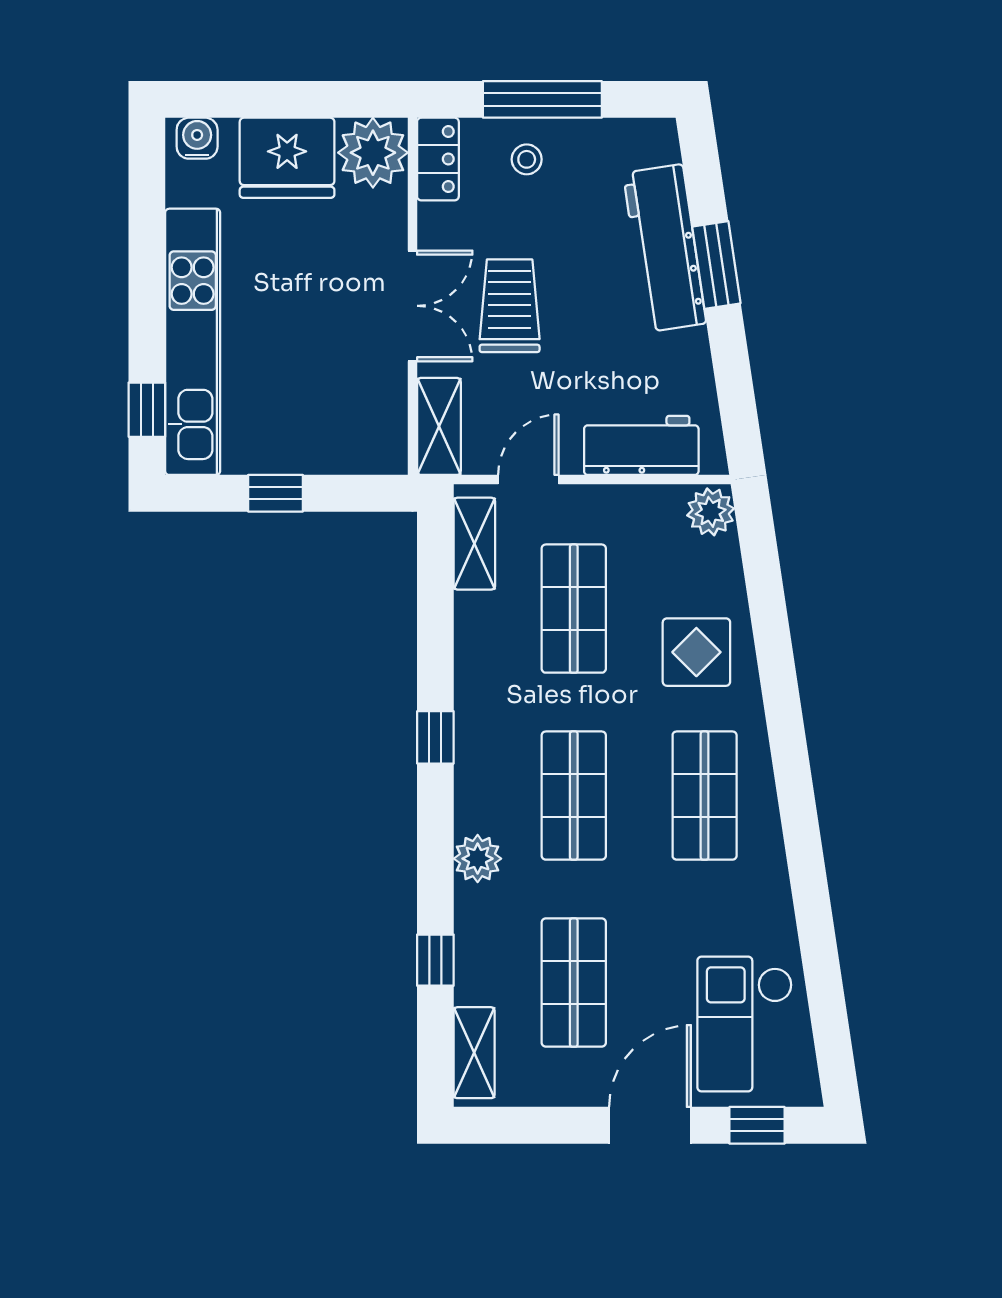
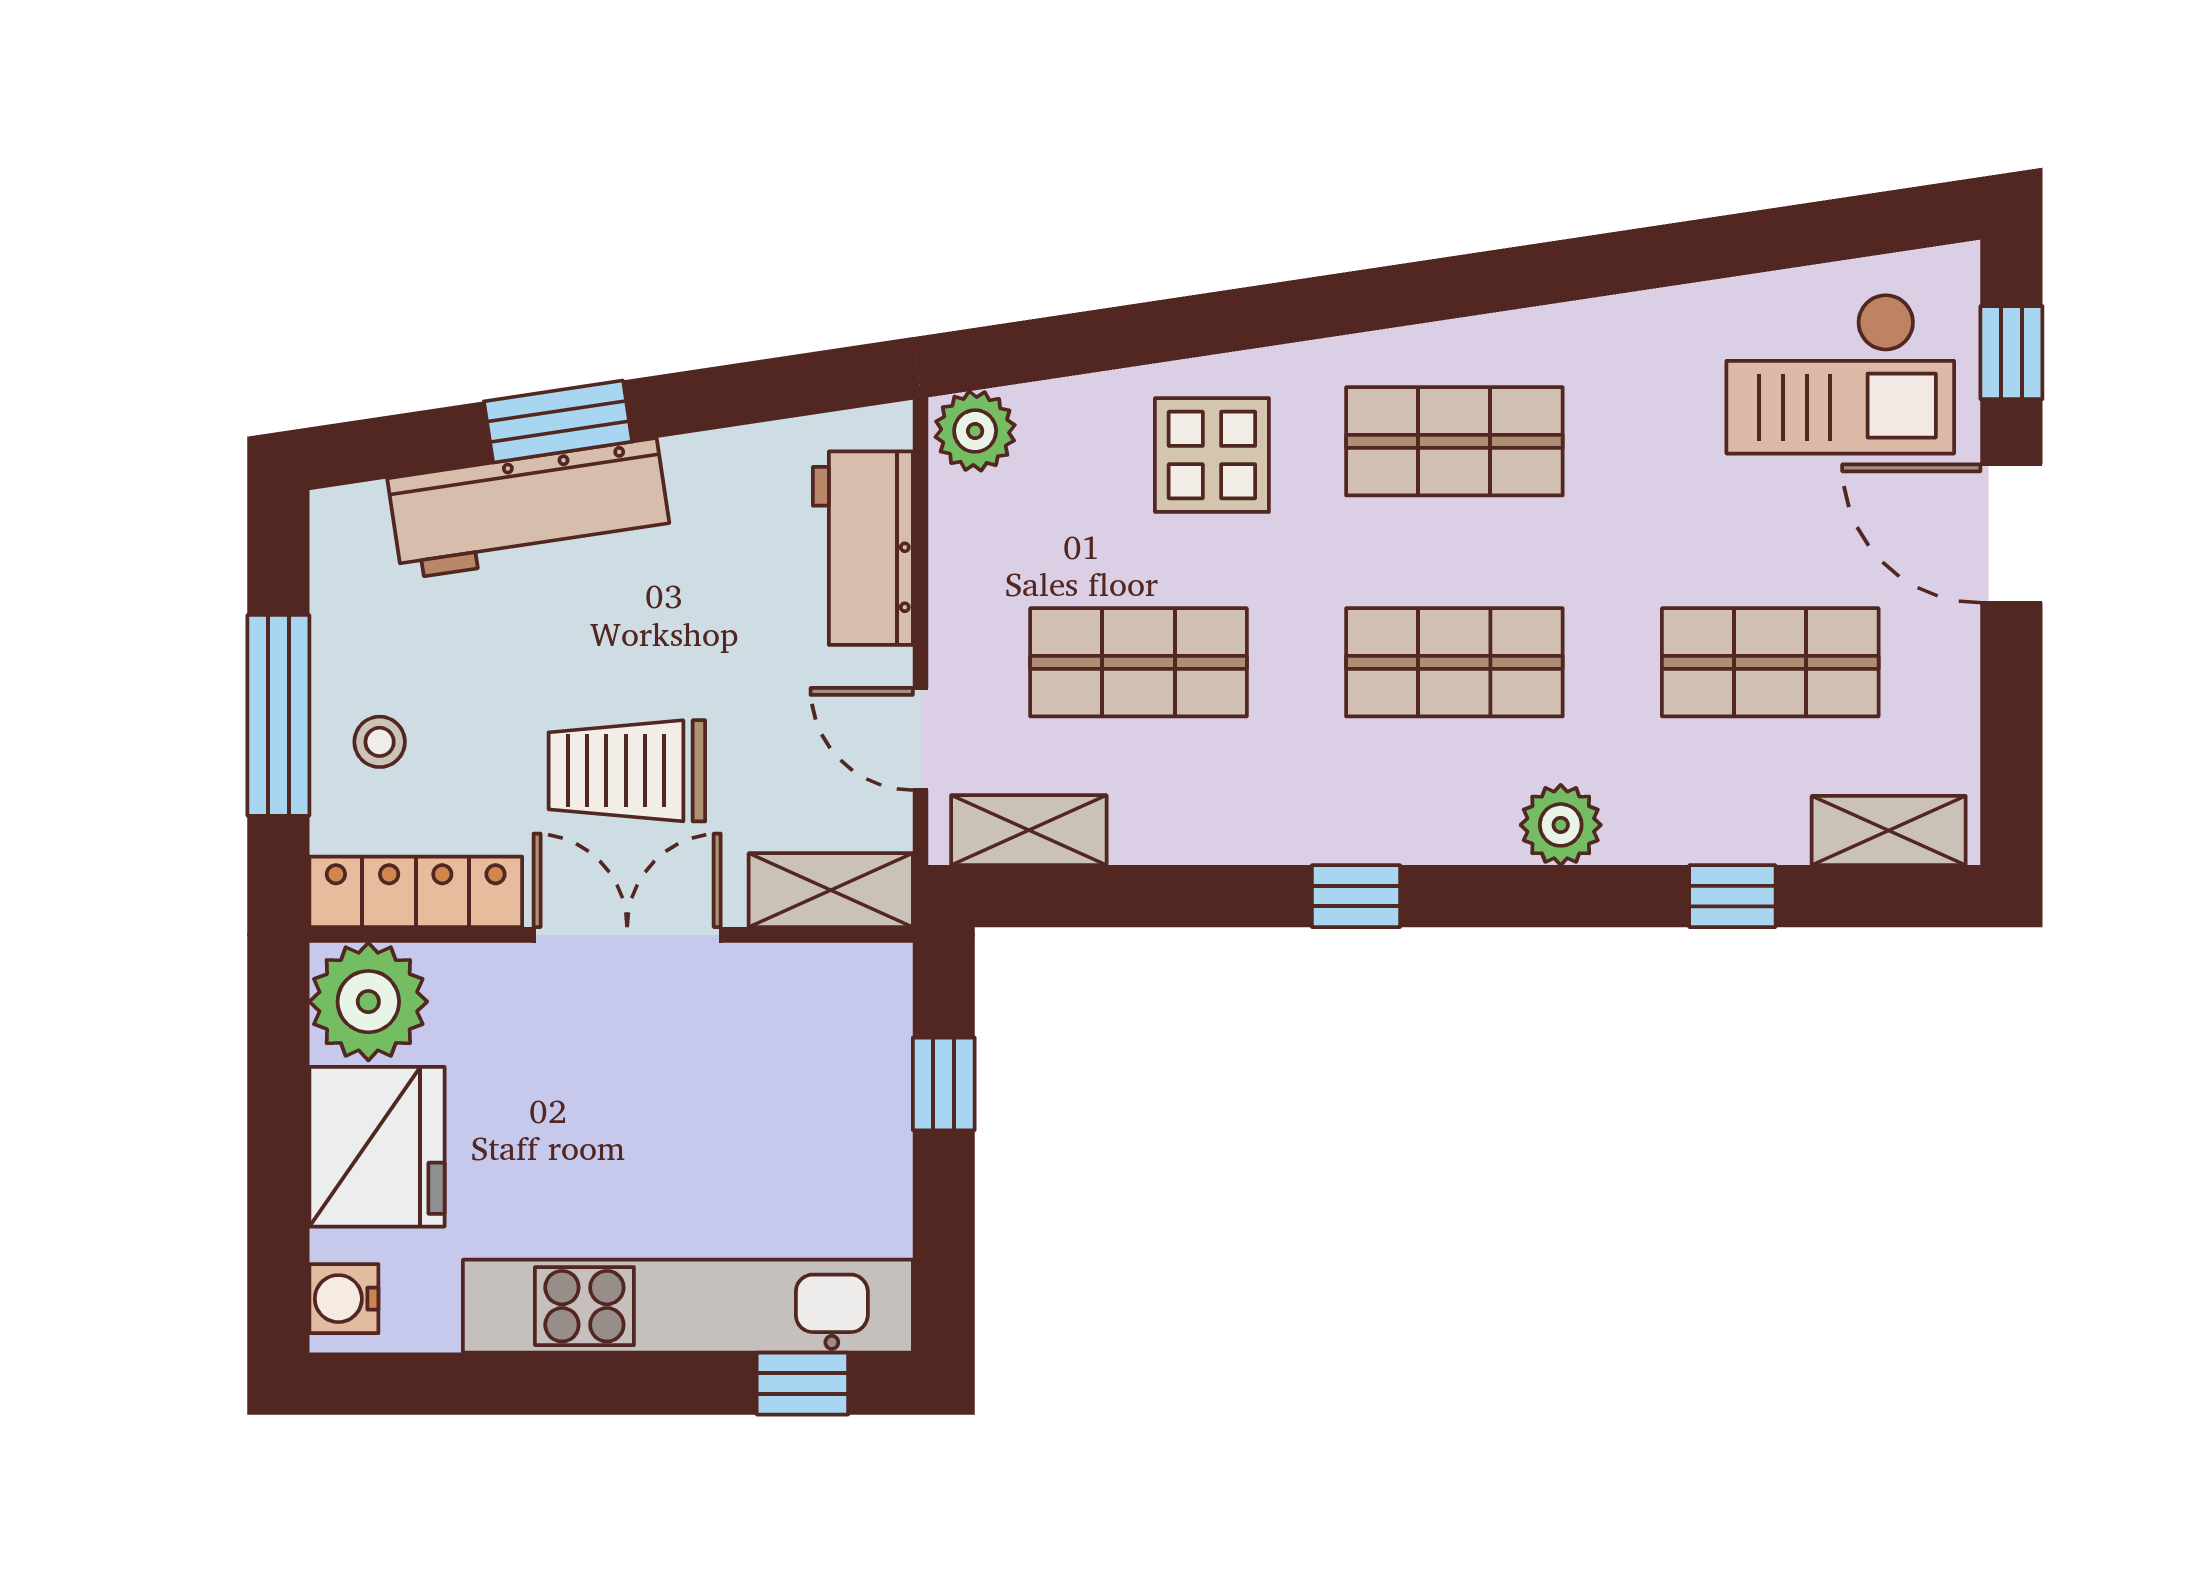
locker: (438, 159) -> (416, 892), width x1.53
window: (276, 493) -> (944, 1084), moved

